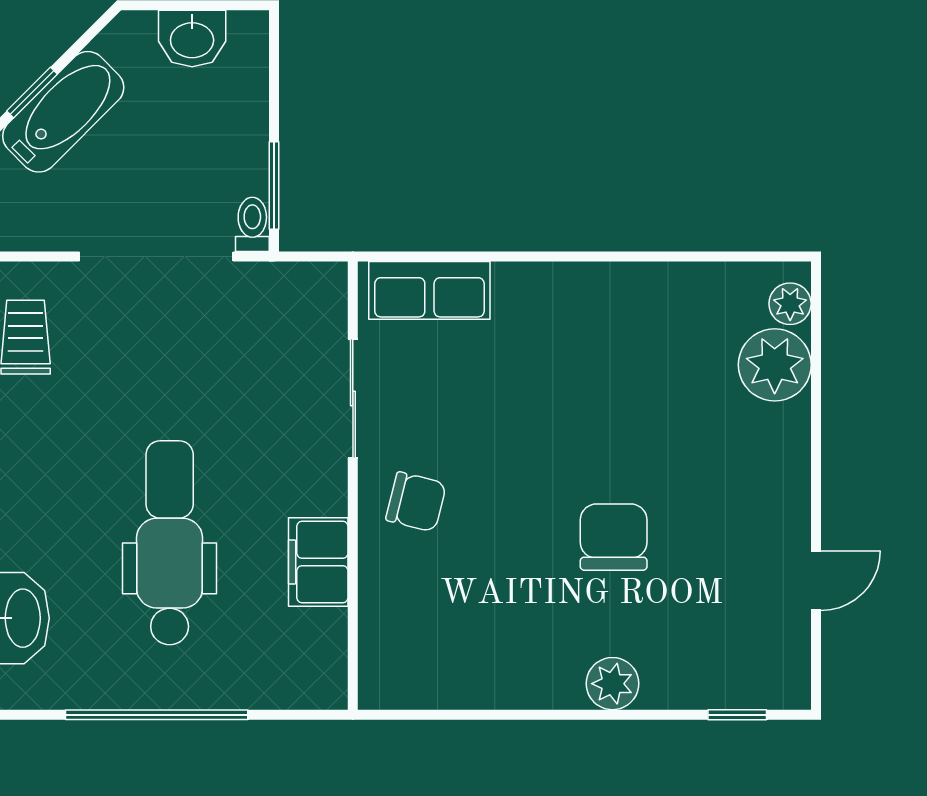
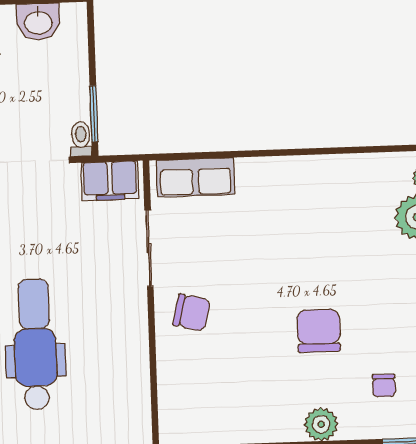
filing cabinet: (318, 562) -> (110, 181), moved, turned -90
chair: (713, 626) -> (384, 385), added

